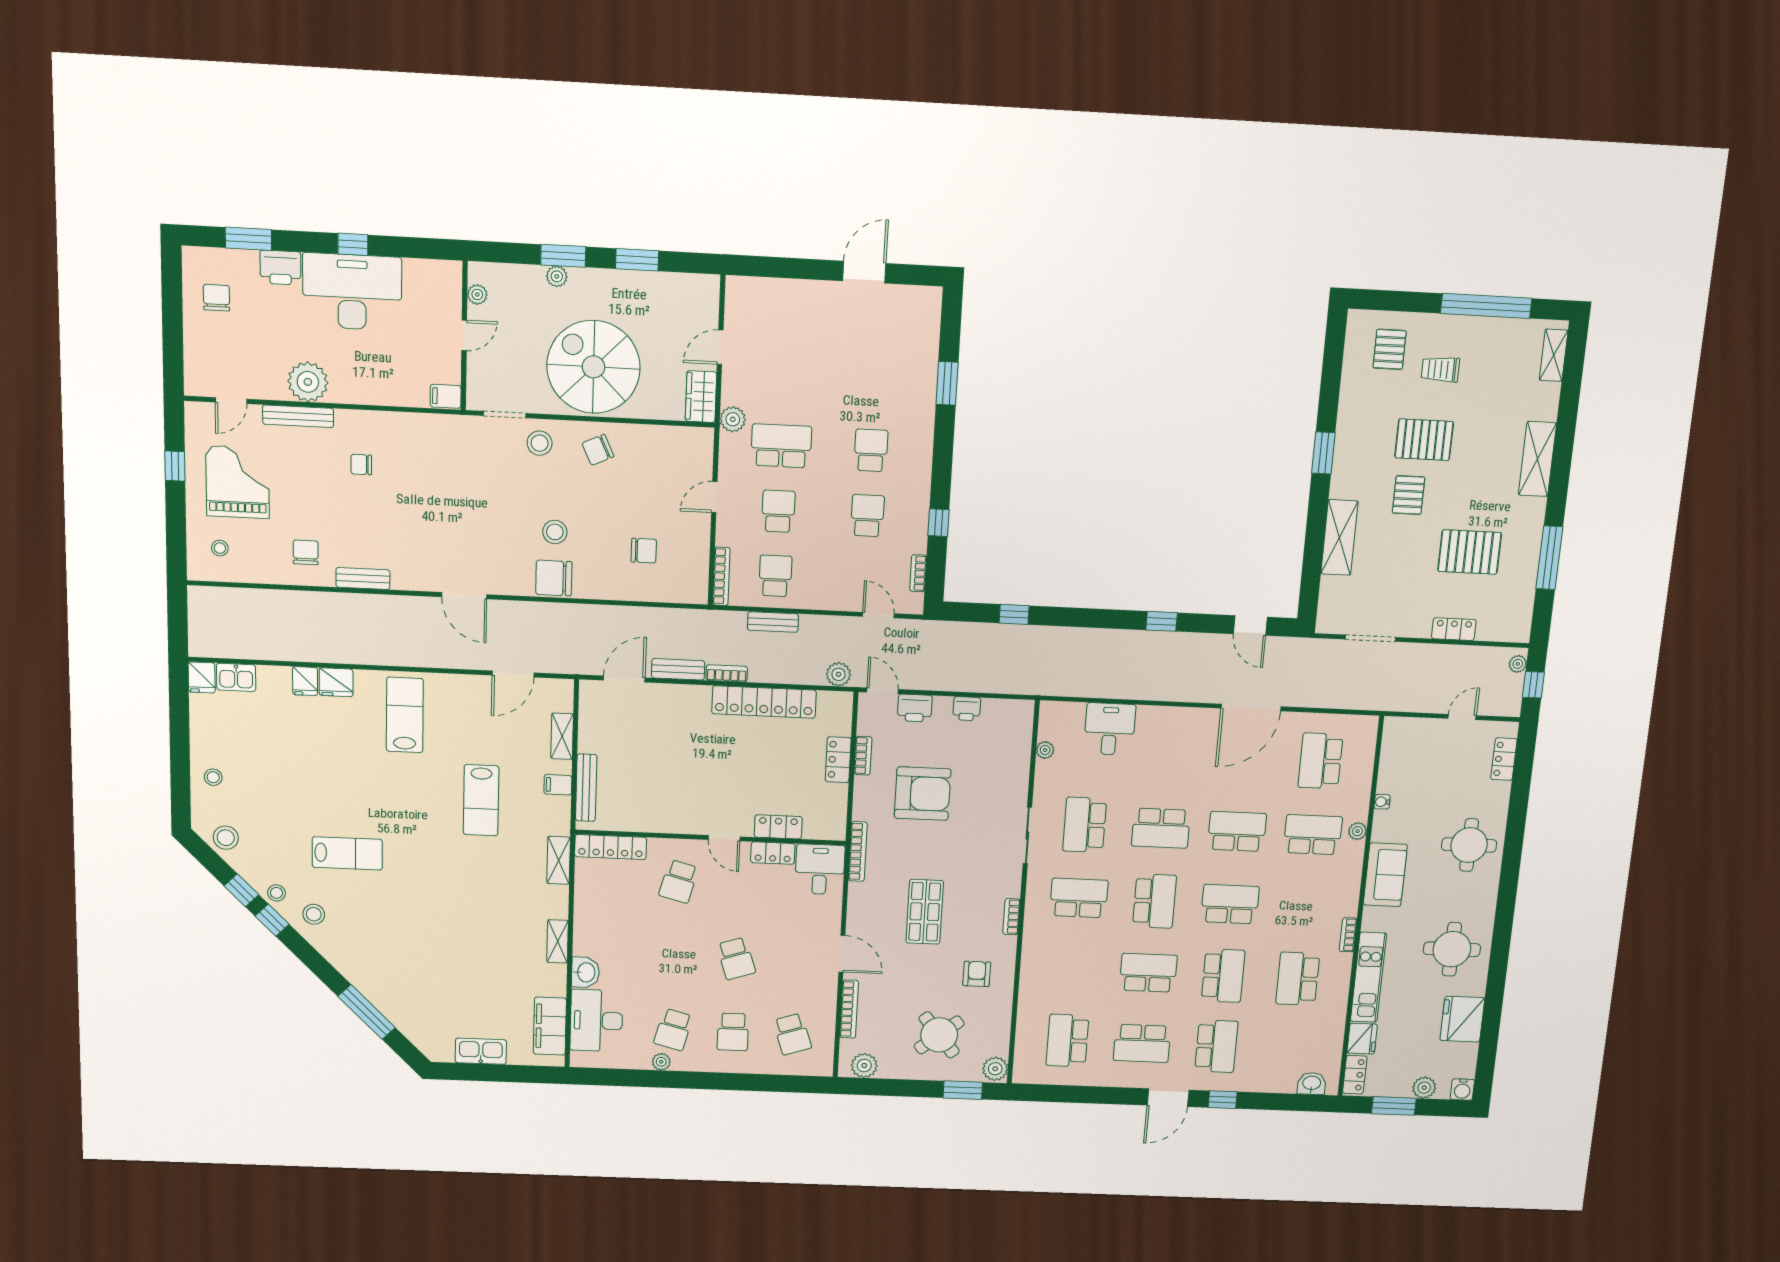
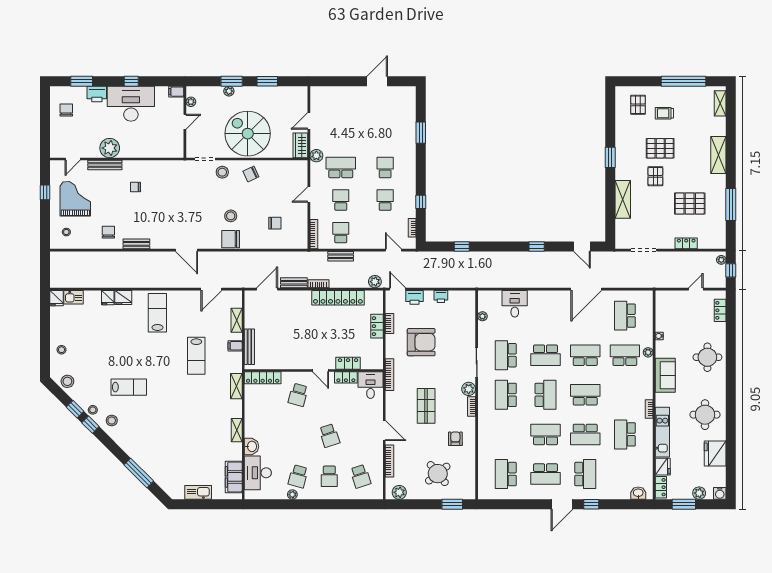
filing cabinet: (446, 396) -> (176, 92), moved
school desk: (1079, 898) -> (506, 395), turned -90
school desk: (1223, 976) -> (585, 434), turned 90
plant: (995, 1069) -> (469, 389), moved

